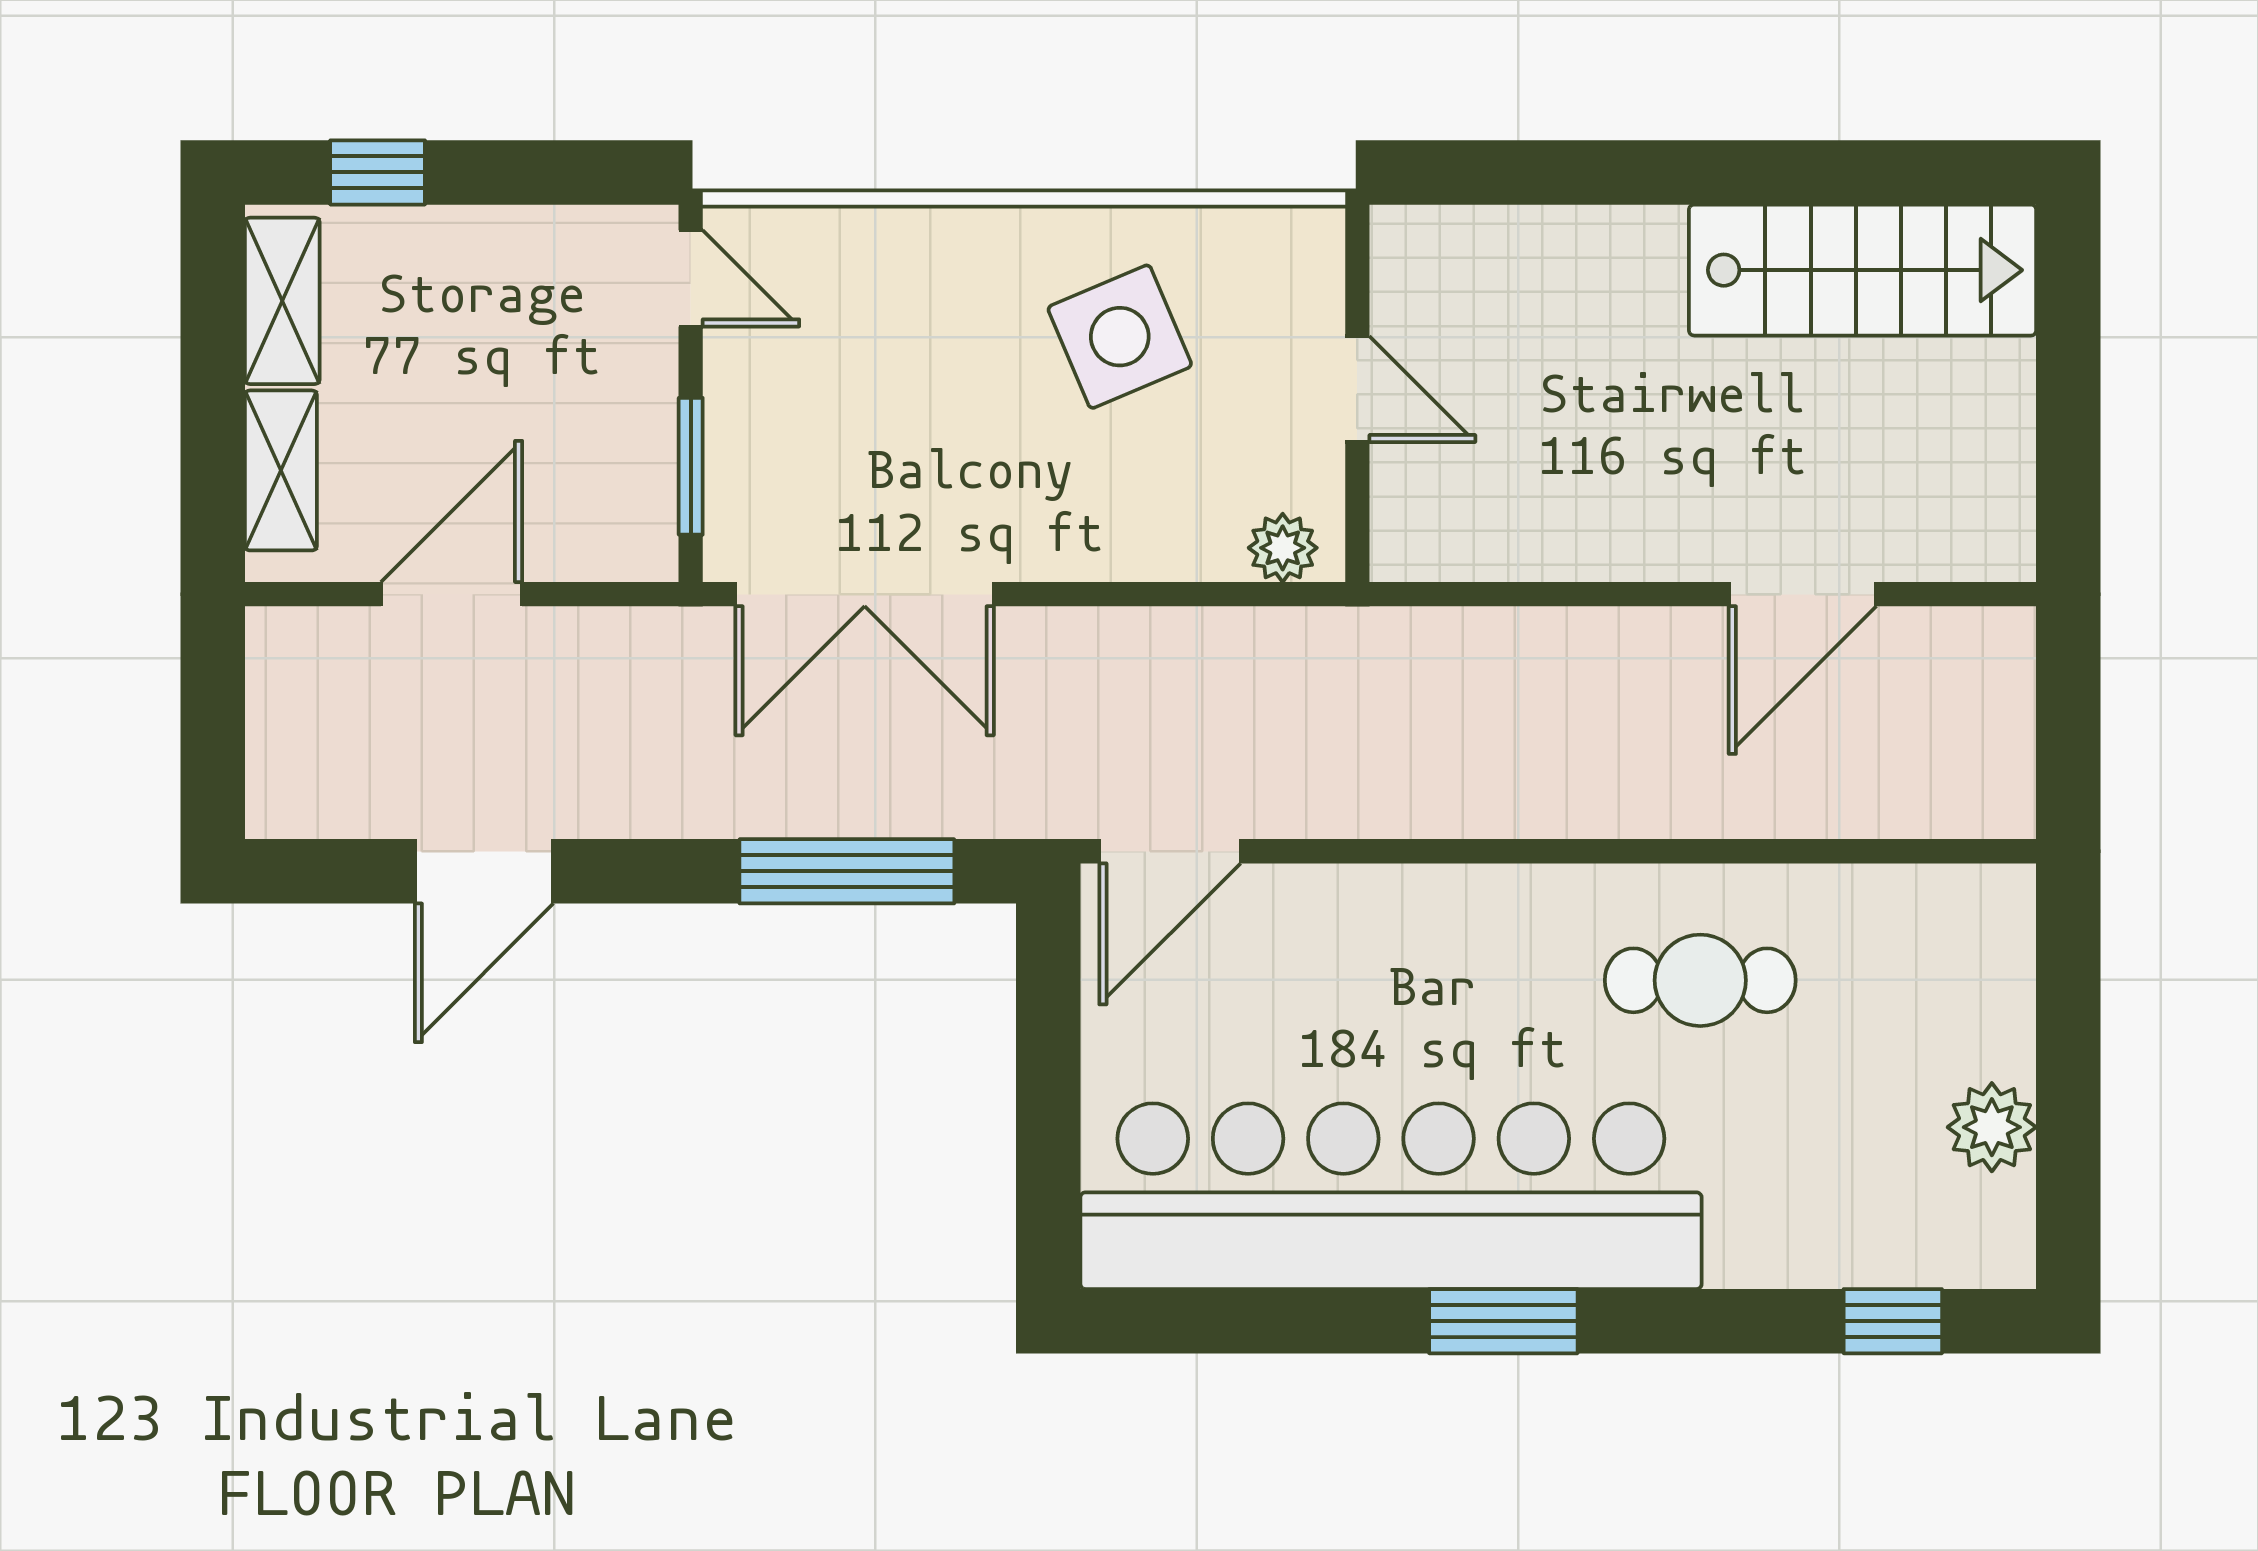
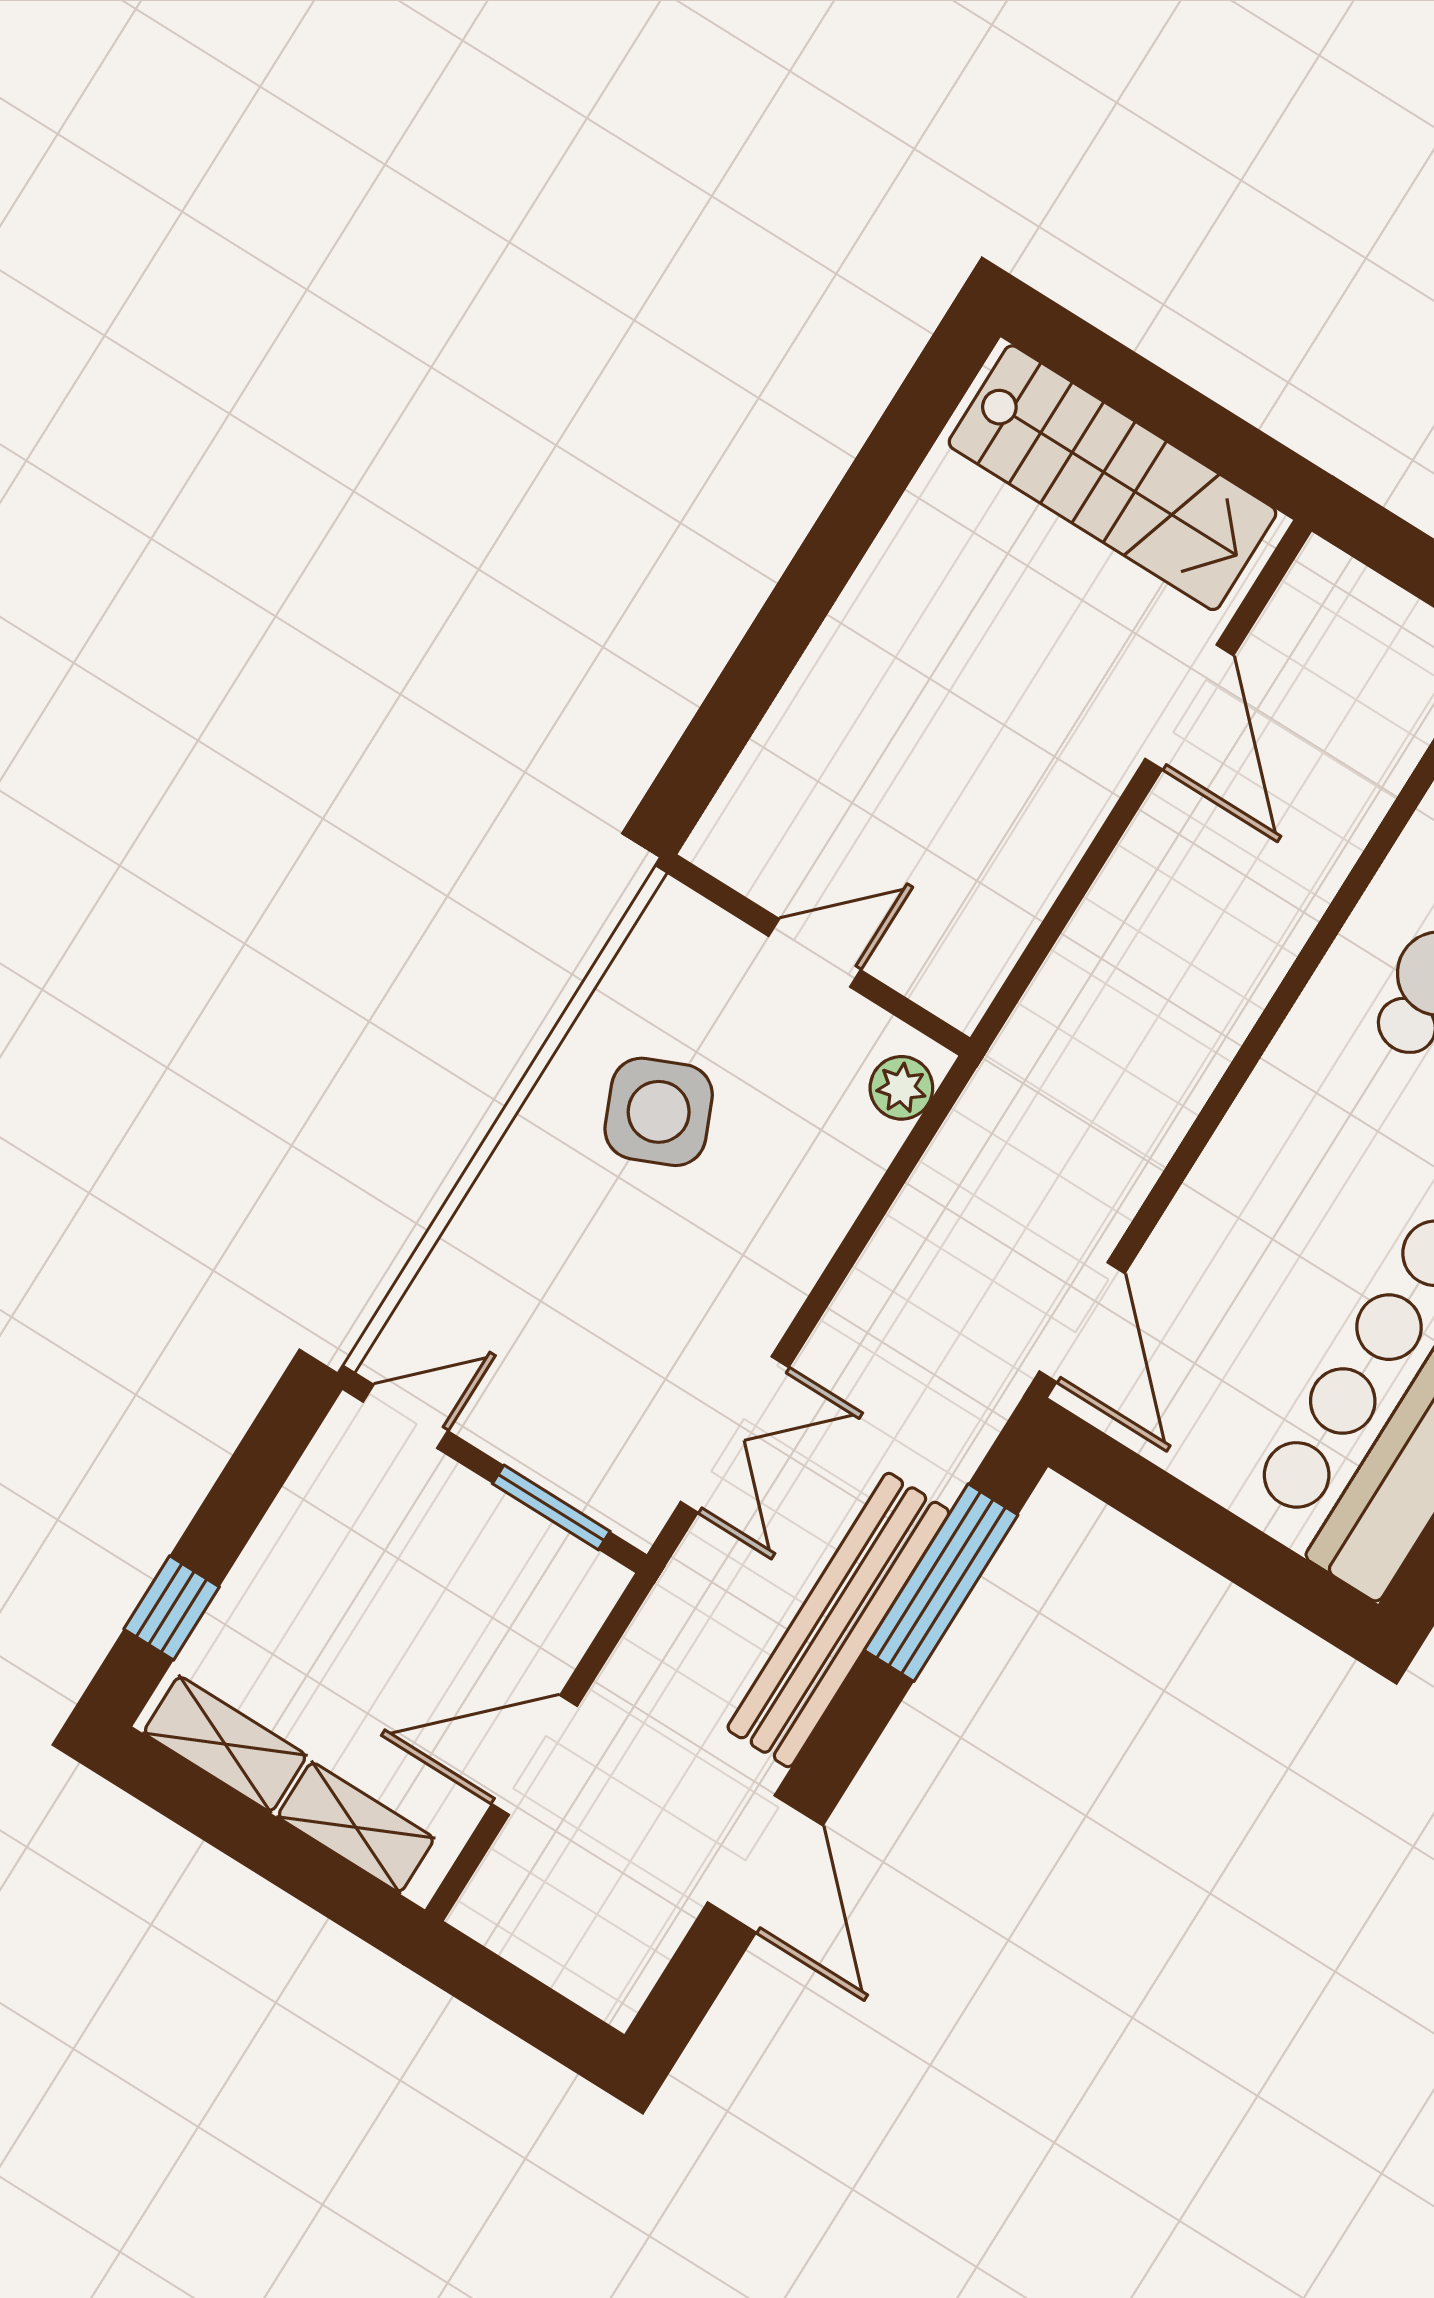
stairs: (1863, 270) -> (1112, 478), moved, turned 90
door: (451, 594) -> (534, 1755), hinge flipped
double door: (865, 594) -> (735, 1435), width x0.73
bench: (753, 798) -> (838, 1620), added

